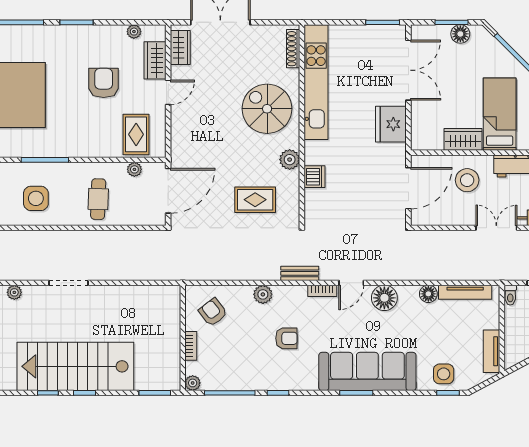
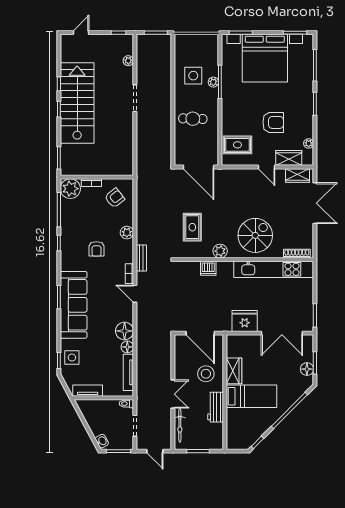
plant: (134, 169) -> (213, 82), moved
floor lamp: (384, 298) -> (125, 331), moved
plant: (193, 383) -> (70, 189), width x1.88, depth x1.88

